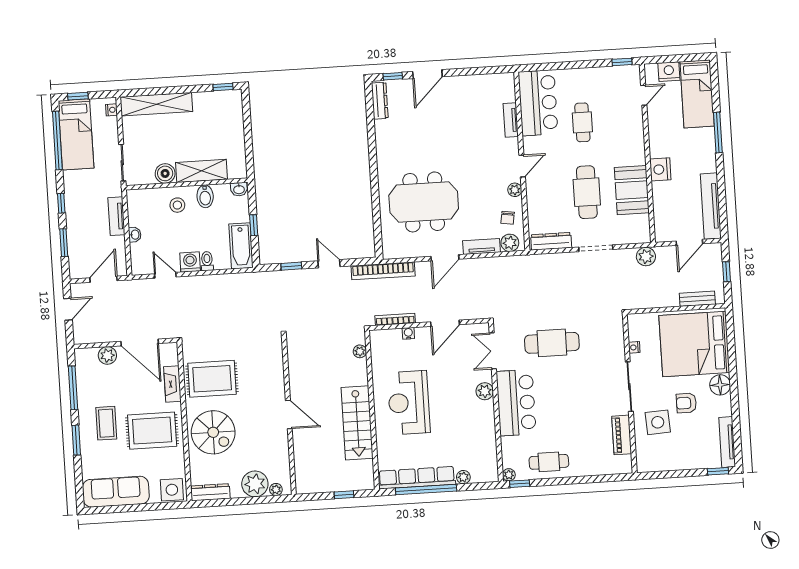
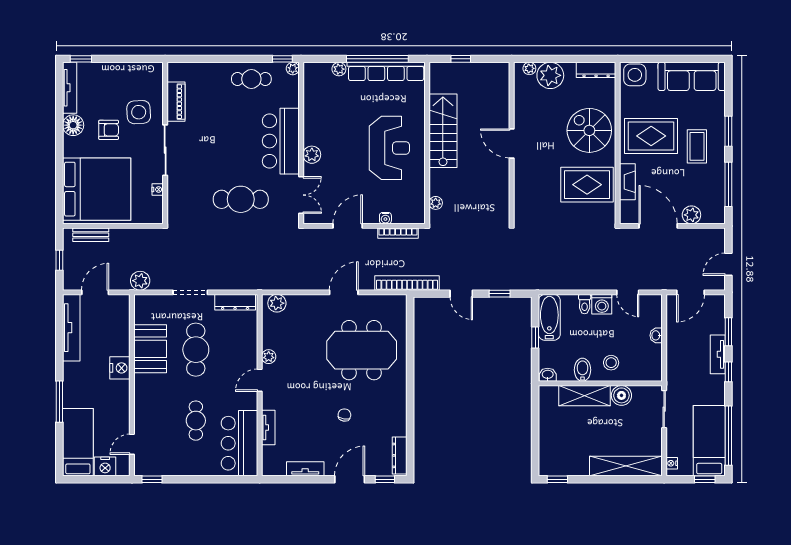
tv unit: (116, 216) -> (718, 354), moved, turned 180
chair: (508, 218) -> (344, 415), moved
tv unit: (481, 246) -> (305, 469), moved, turned 180
floor lamp: (720, 385) -> (73, 125), moved

